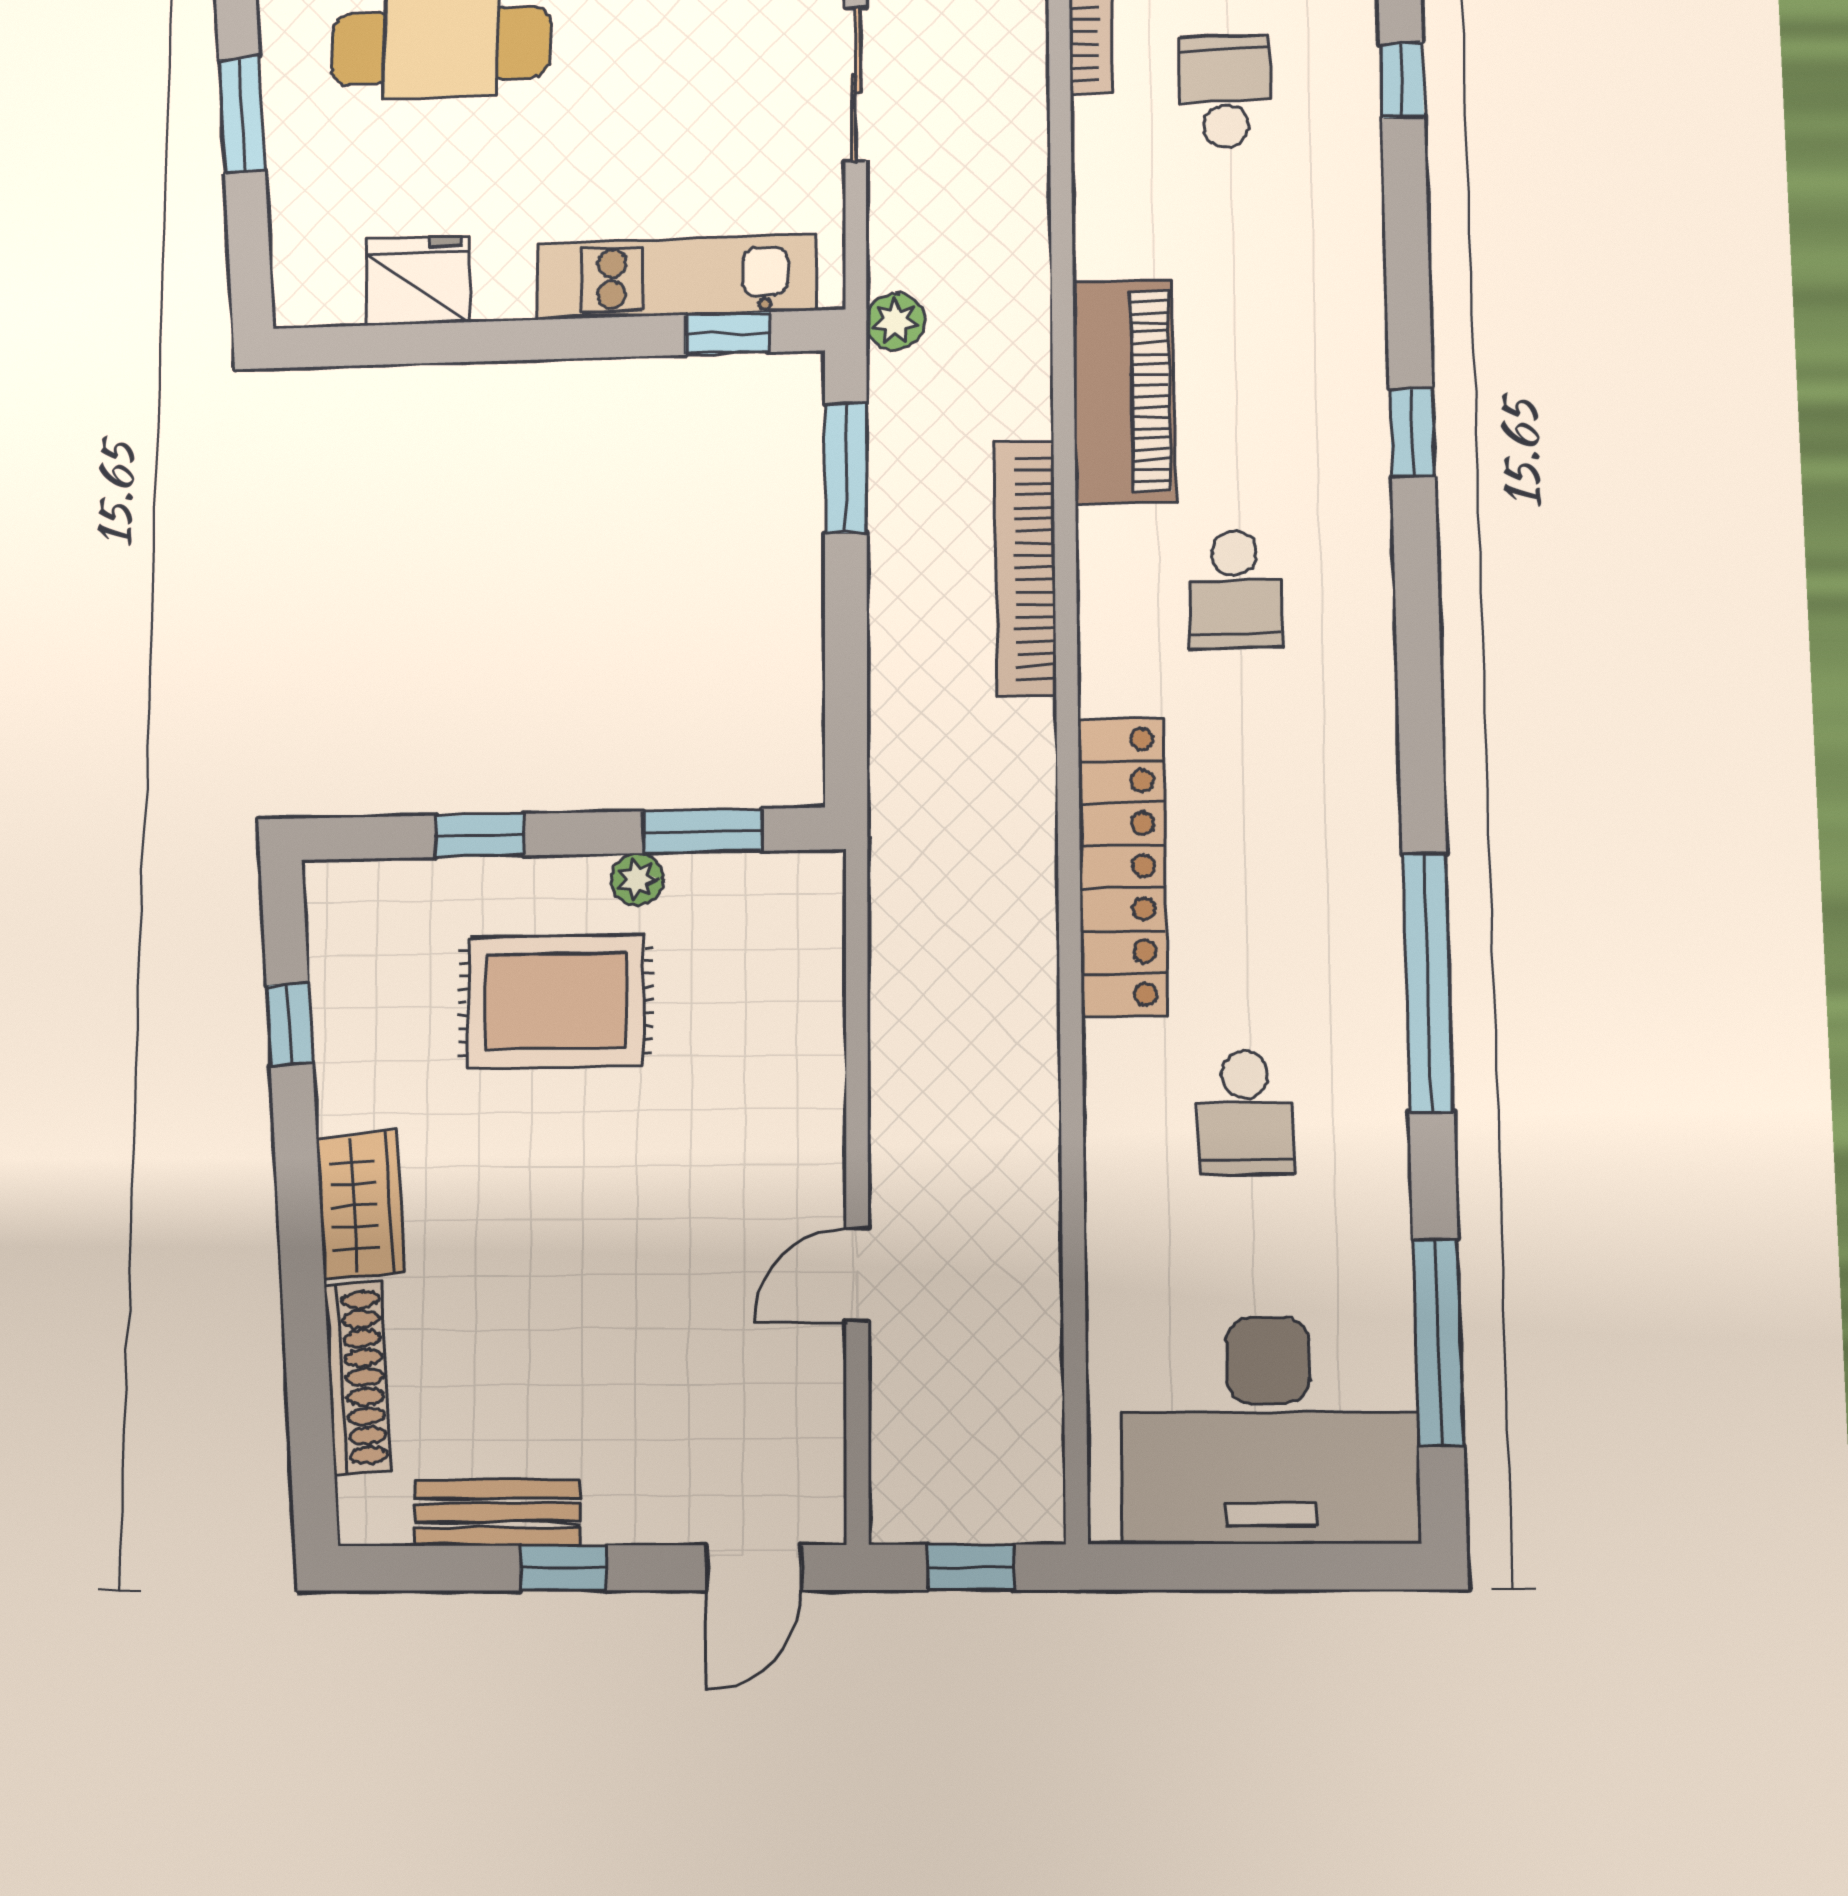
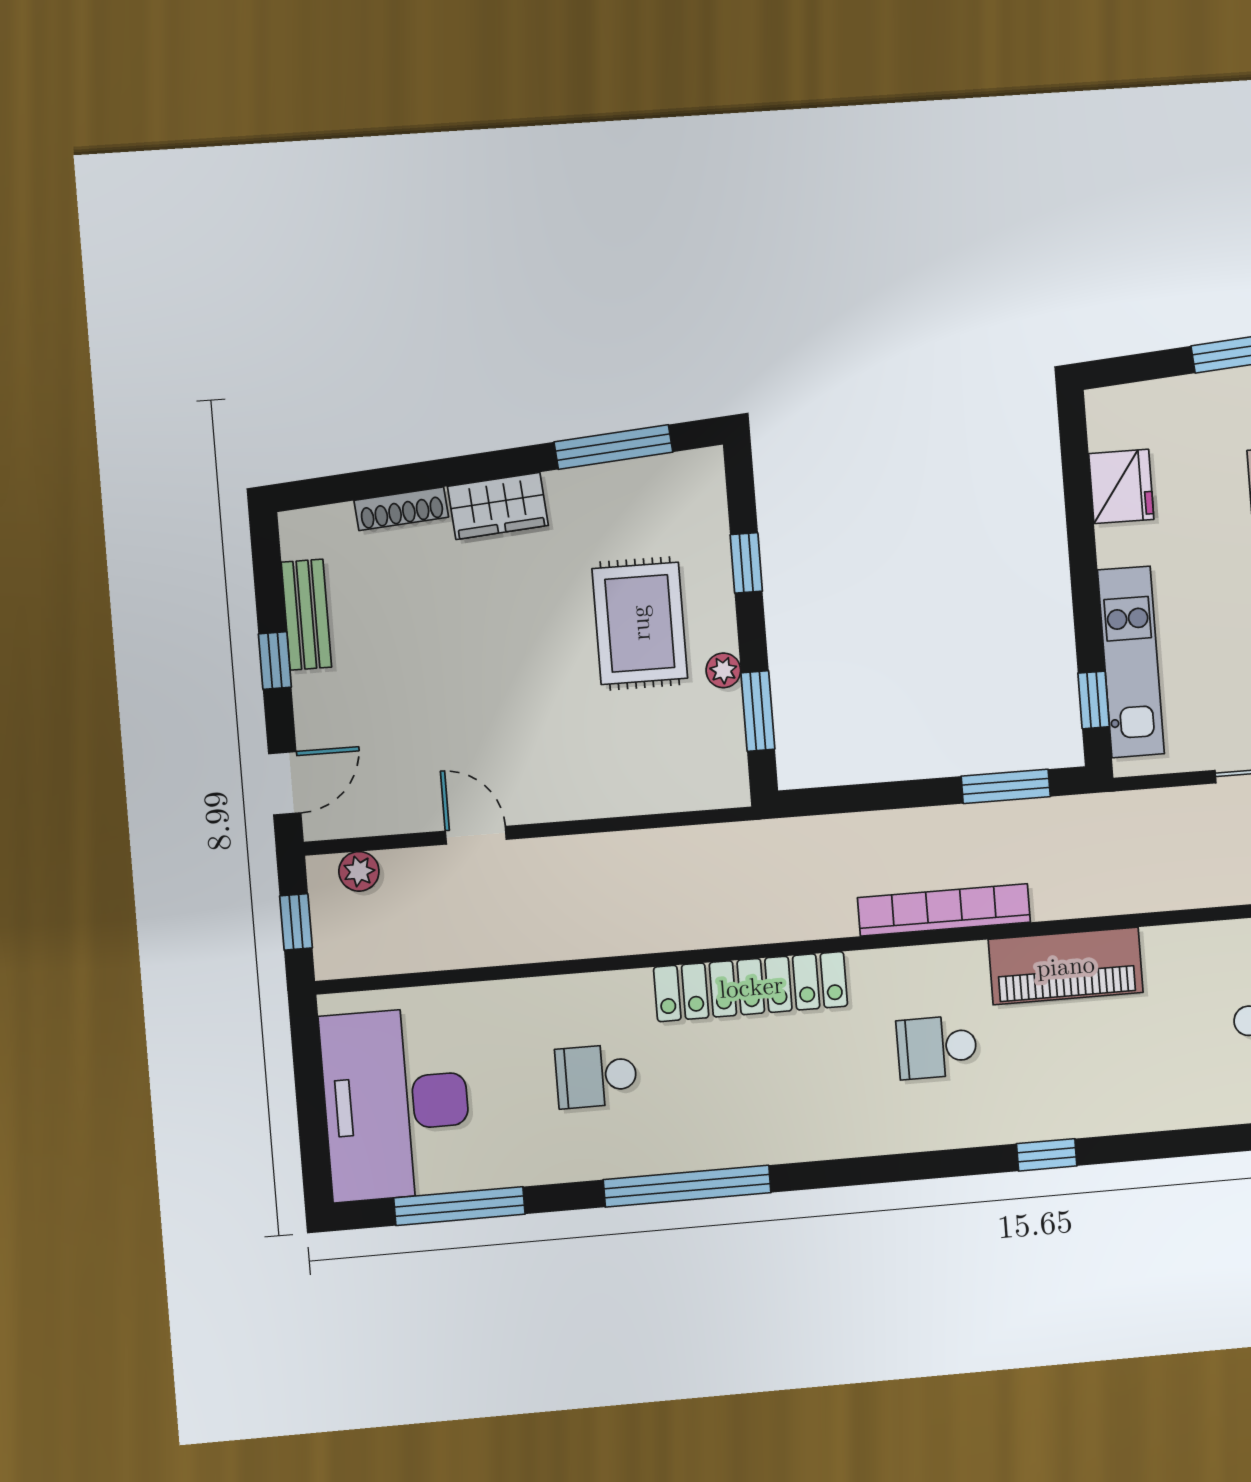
plant: (895, 322) -> (359, 871), moved
window: (289, 1024) -> (613, 447), width x2.17
shoe rack: (358, 1378) -> (401, 509), width x0.74, depth x0.81
door: (754, 1568) -> (285, 783), swing flipped

